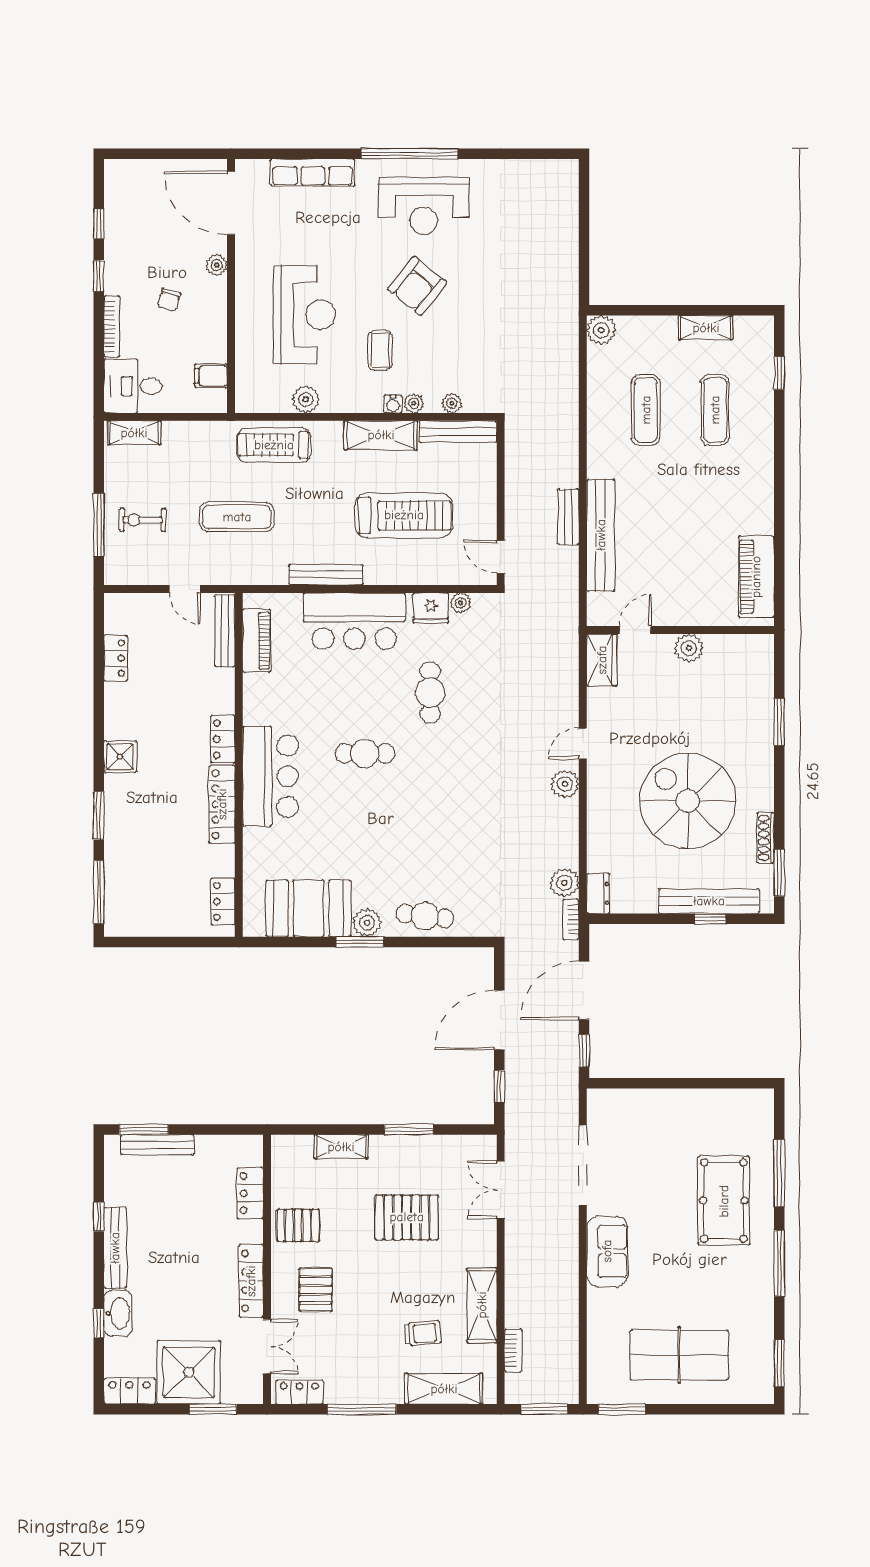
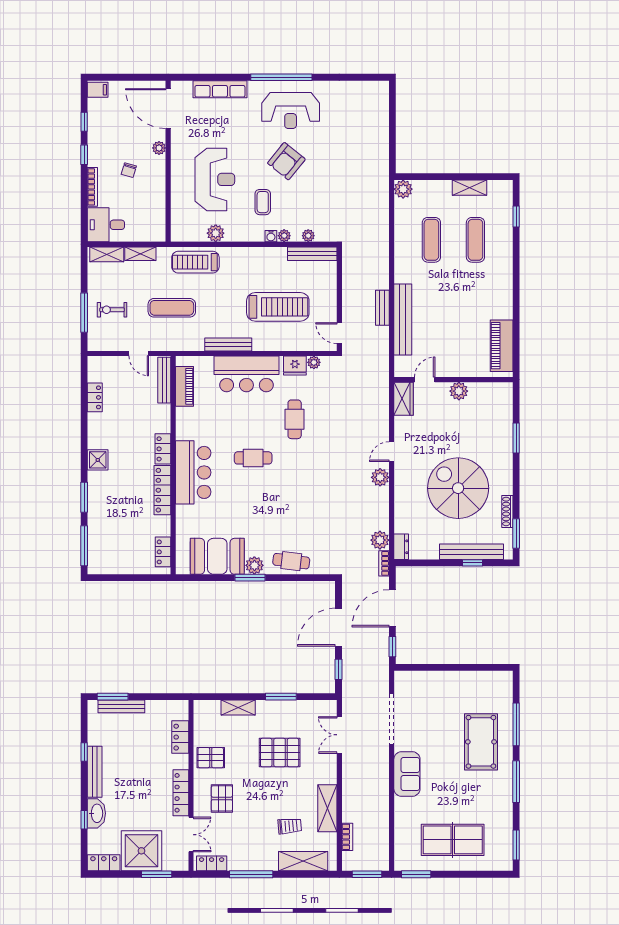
filing cabinet: (211, 376) -> (98, 90), moved, turned 180
shelving: (381, 435) -> (140, 254), moved, width x0.67, depth x0.75

